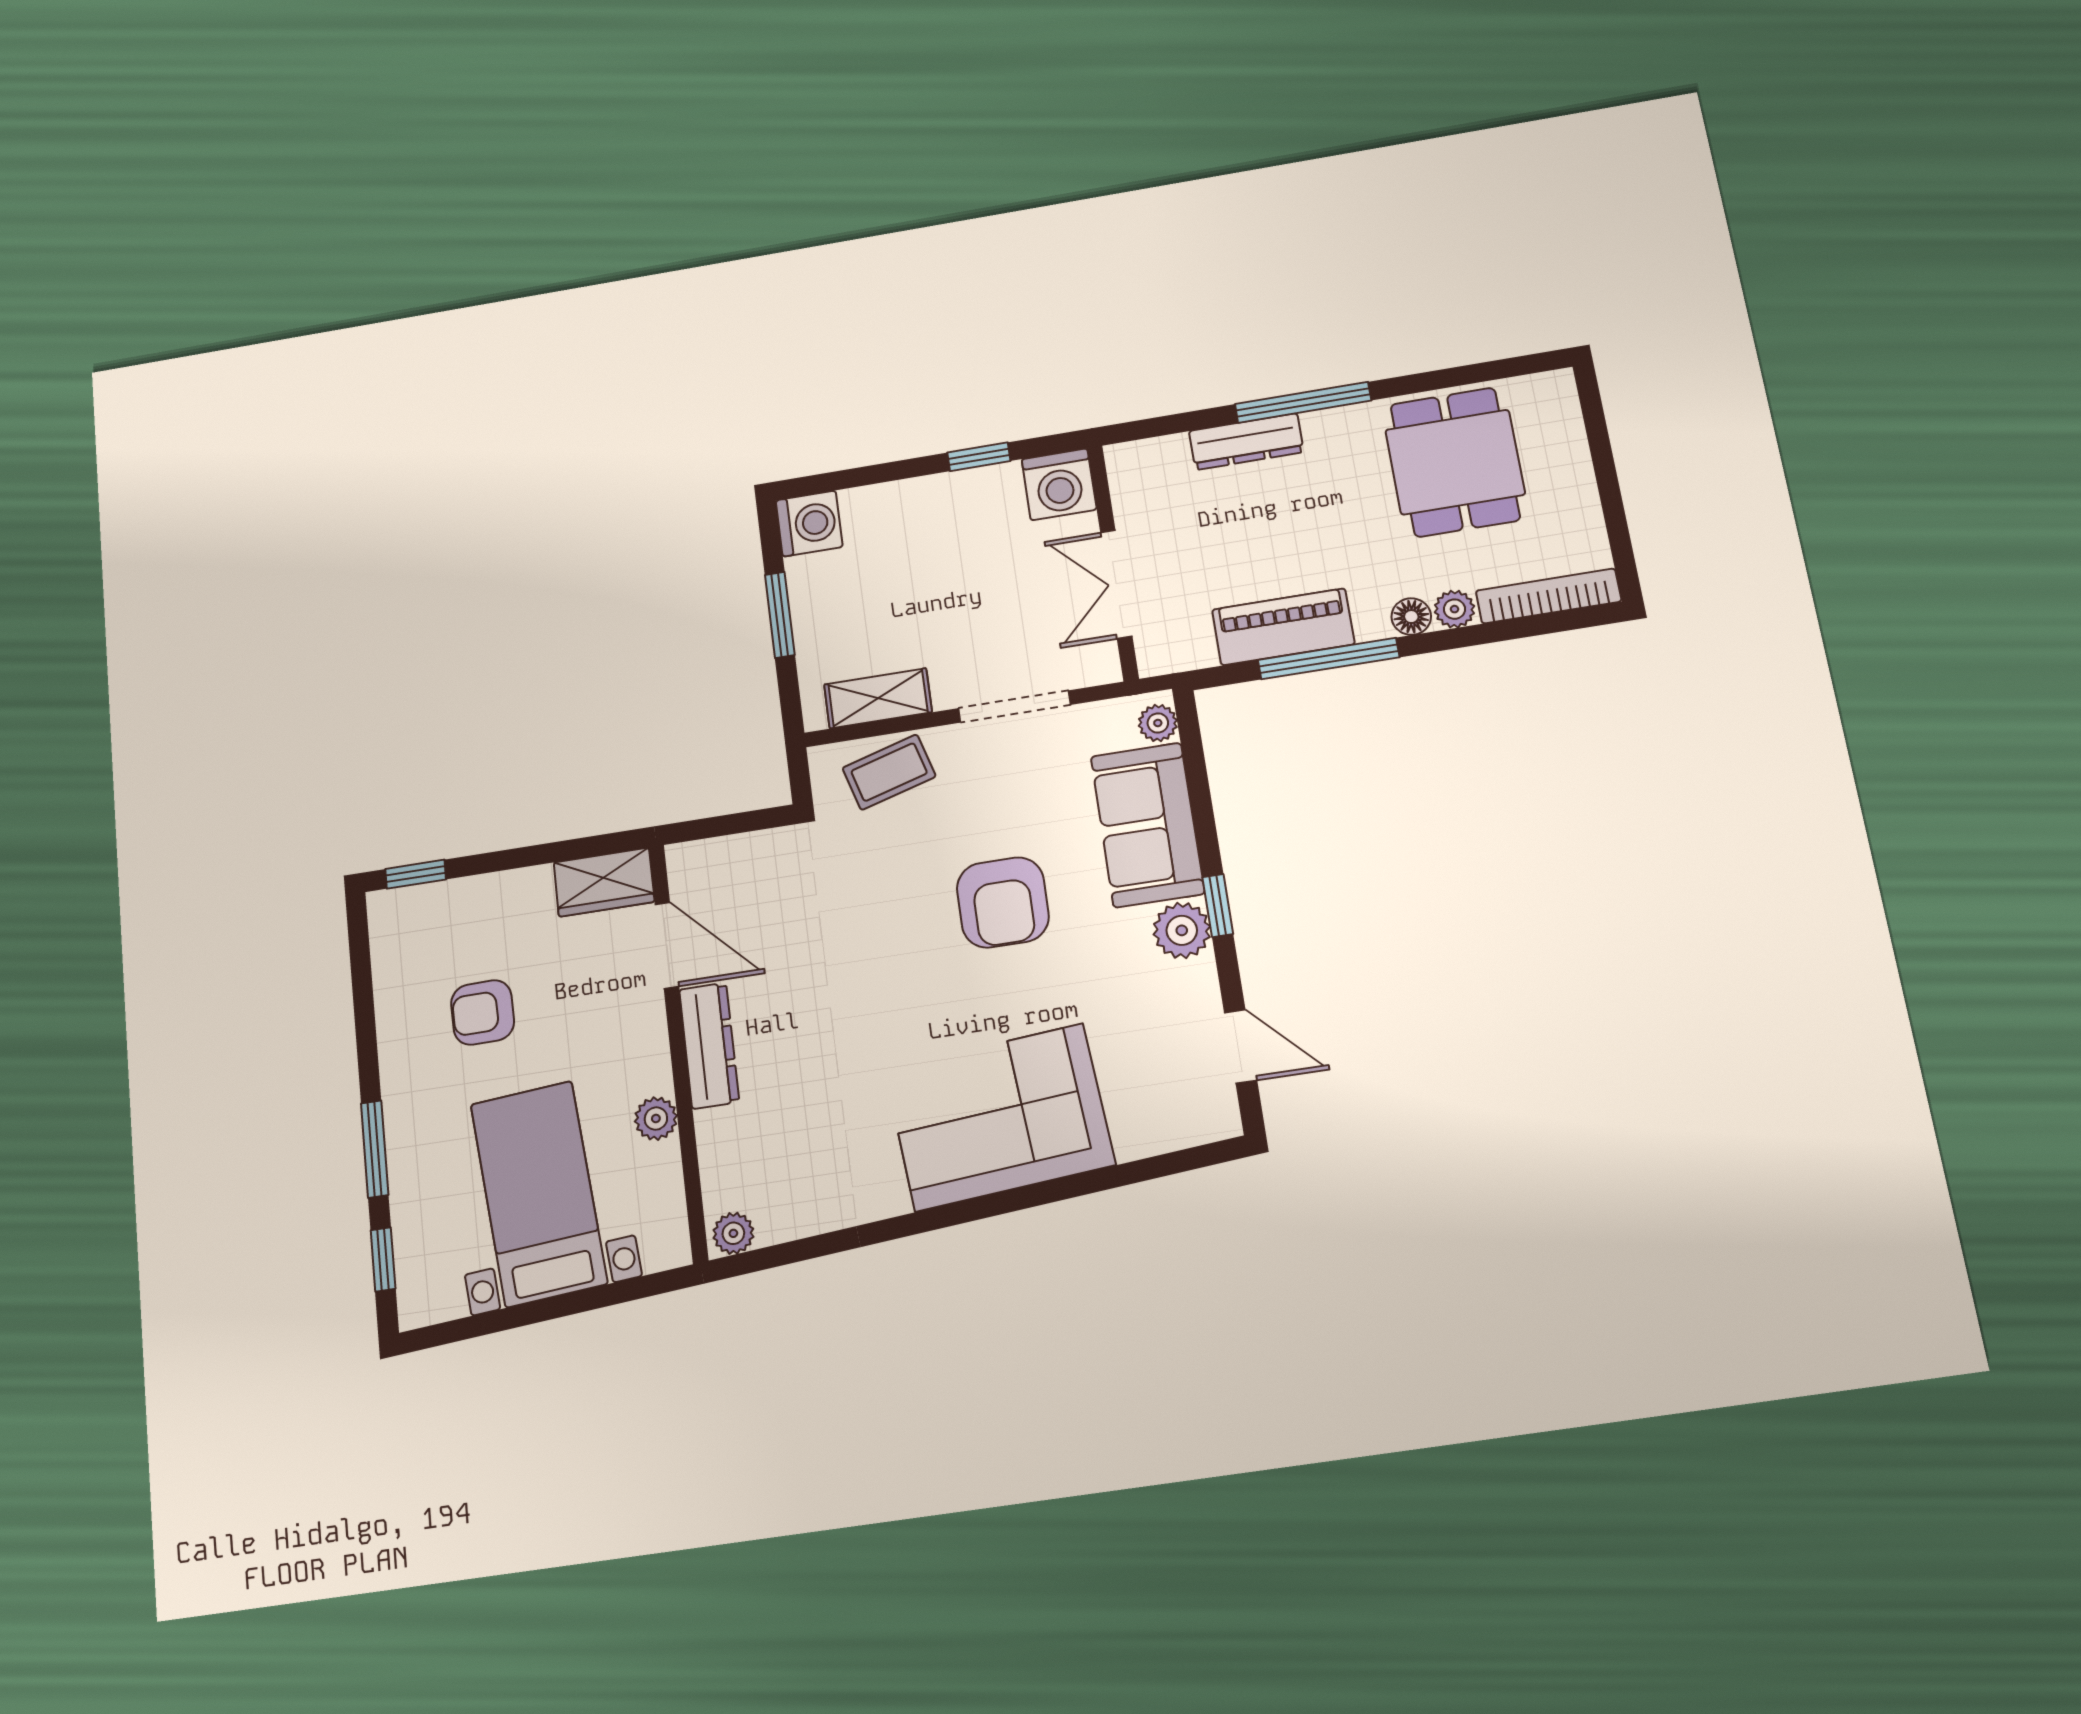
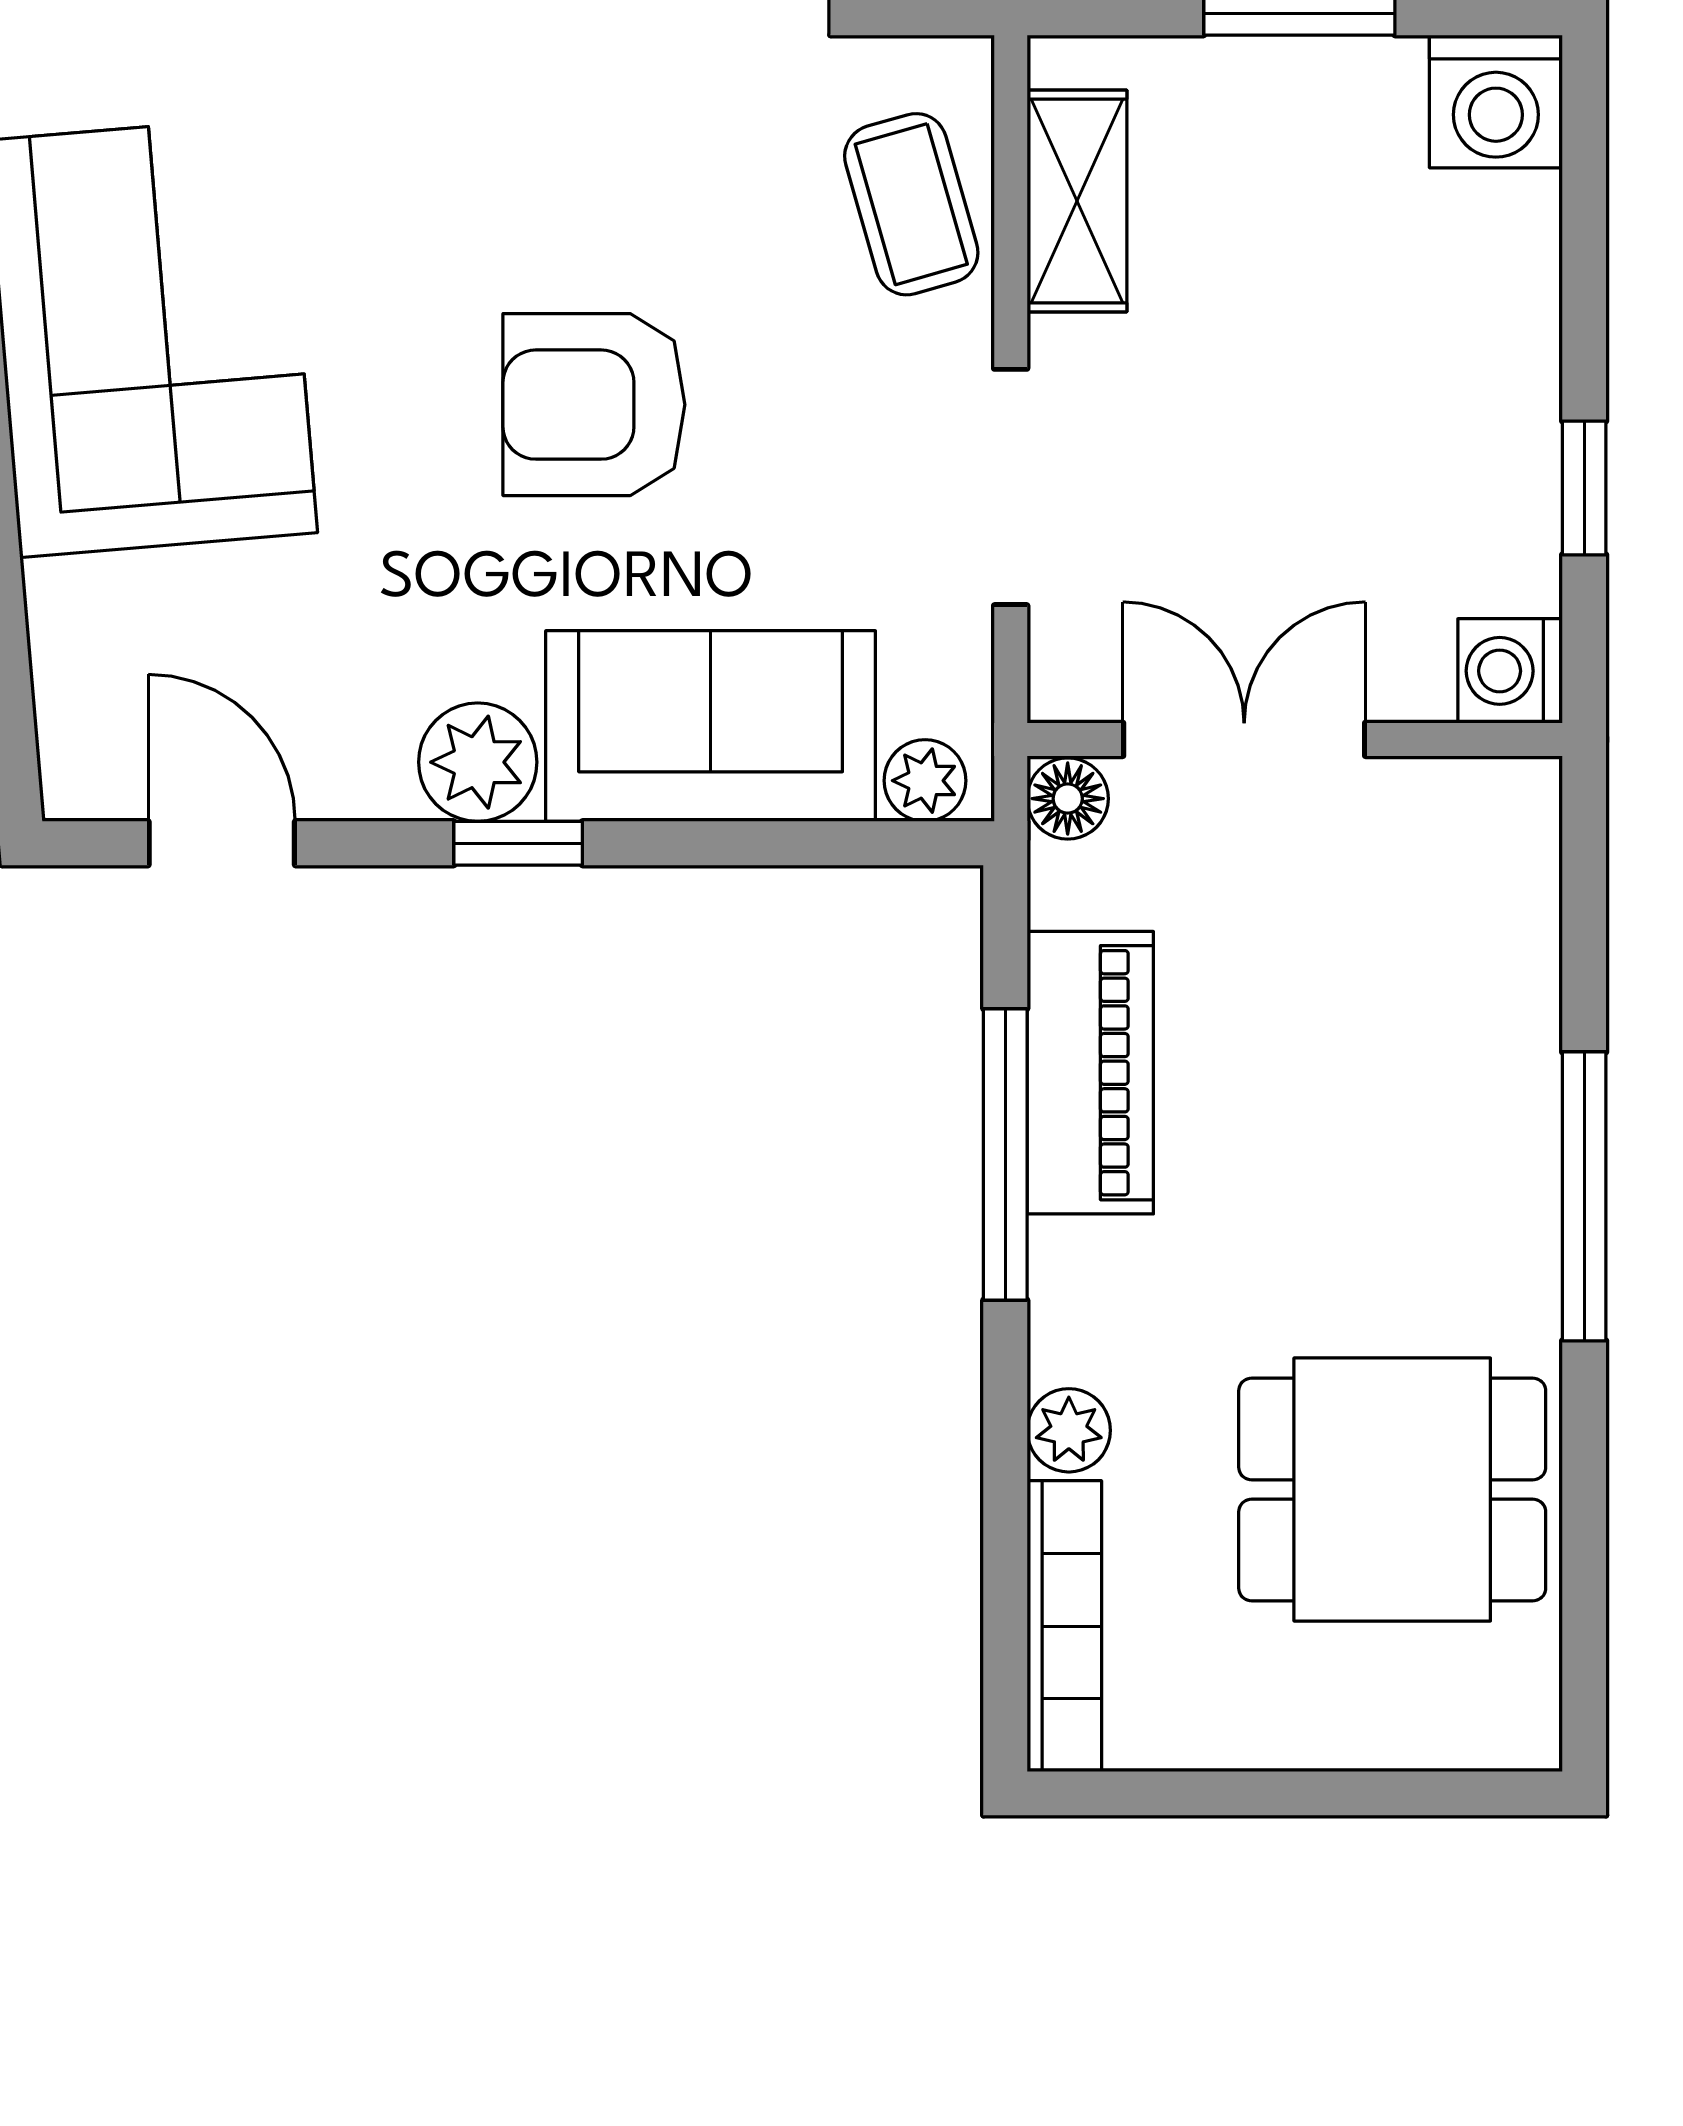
dresser: (1246, 442) -> (1516, 1063), removed
washing machine: (1059, 484) -> (1510, 671), width x0.73, depth x0.73
floor lamp: (1411, 617) -> (1068, 799), moved
door: (1241, 1046) -> (222, 843), swing flipped

